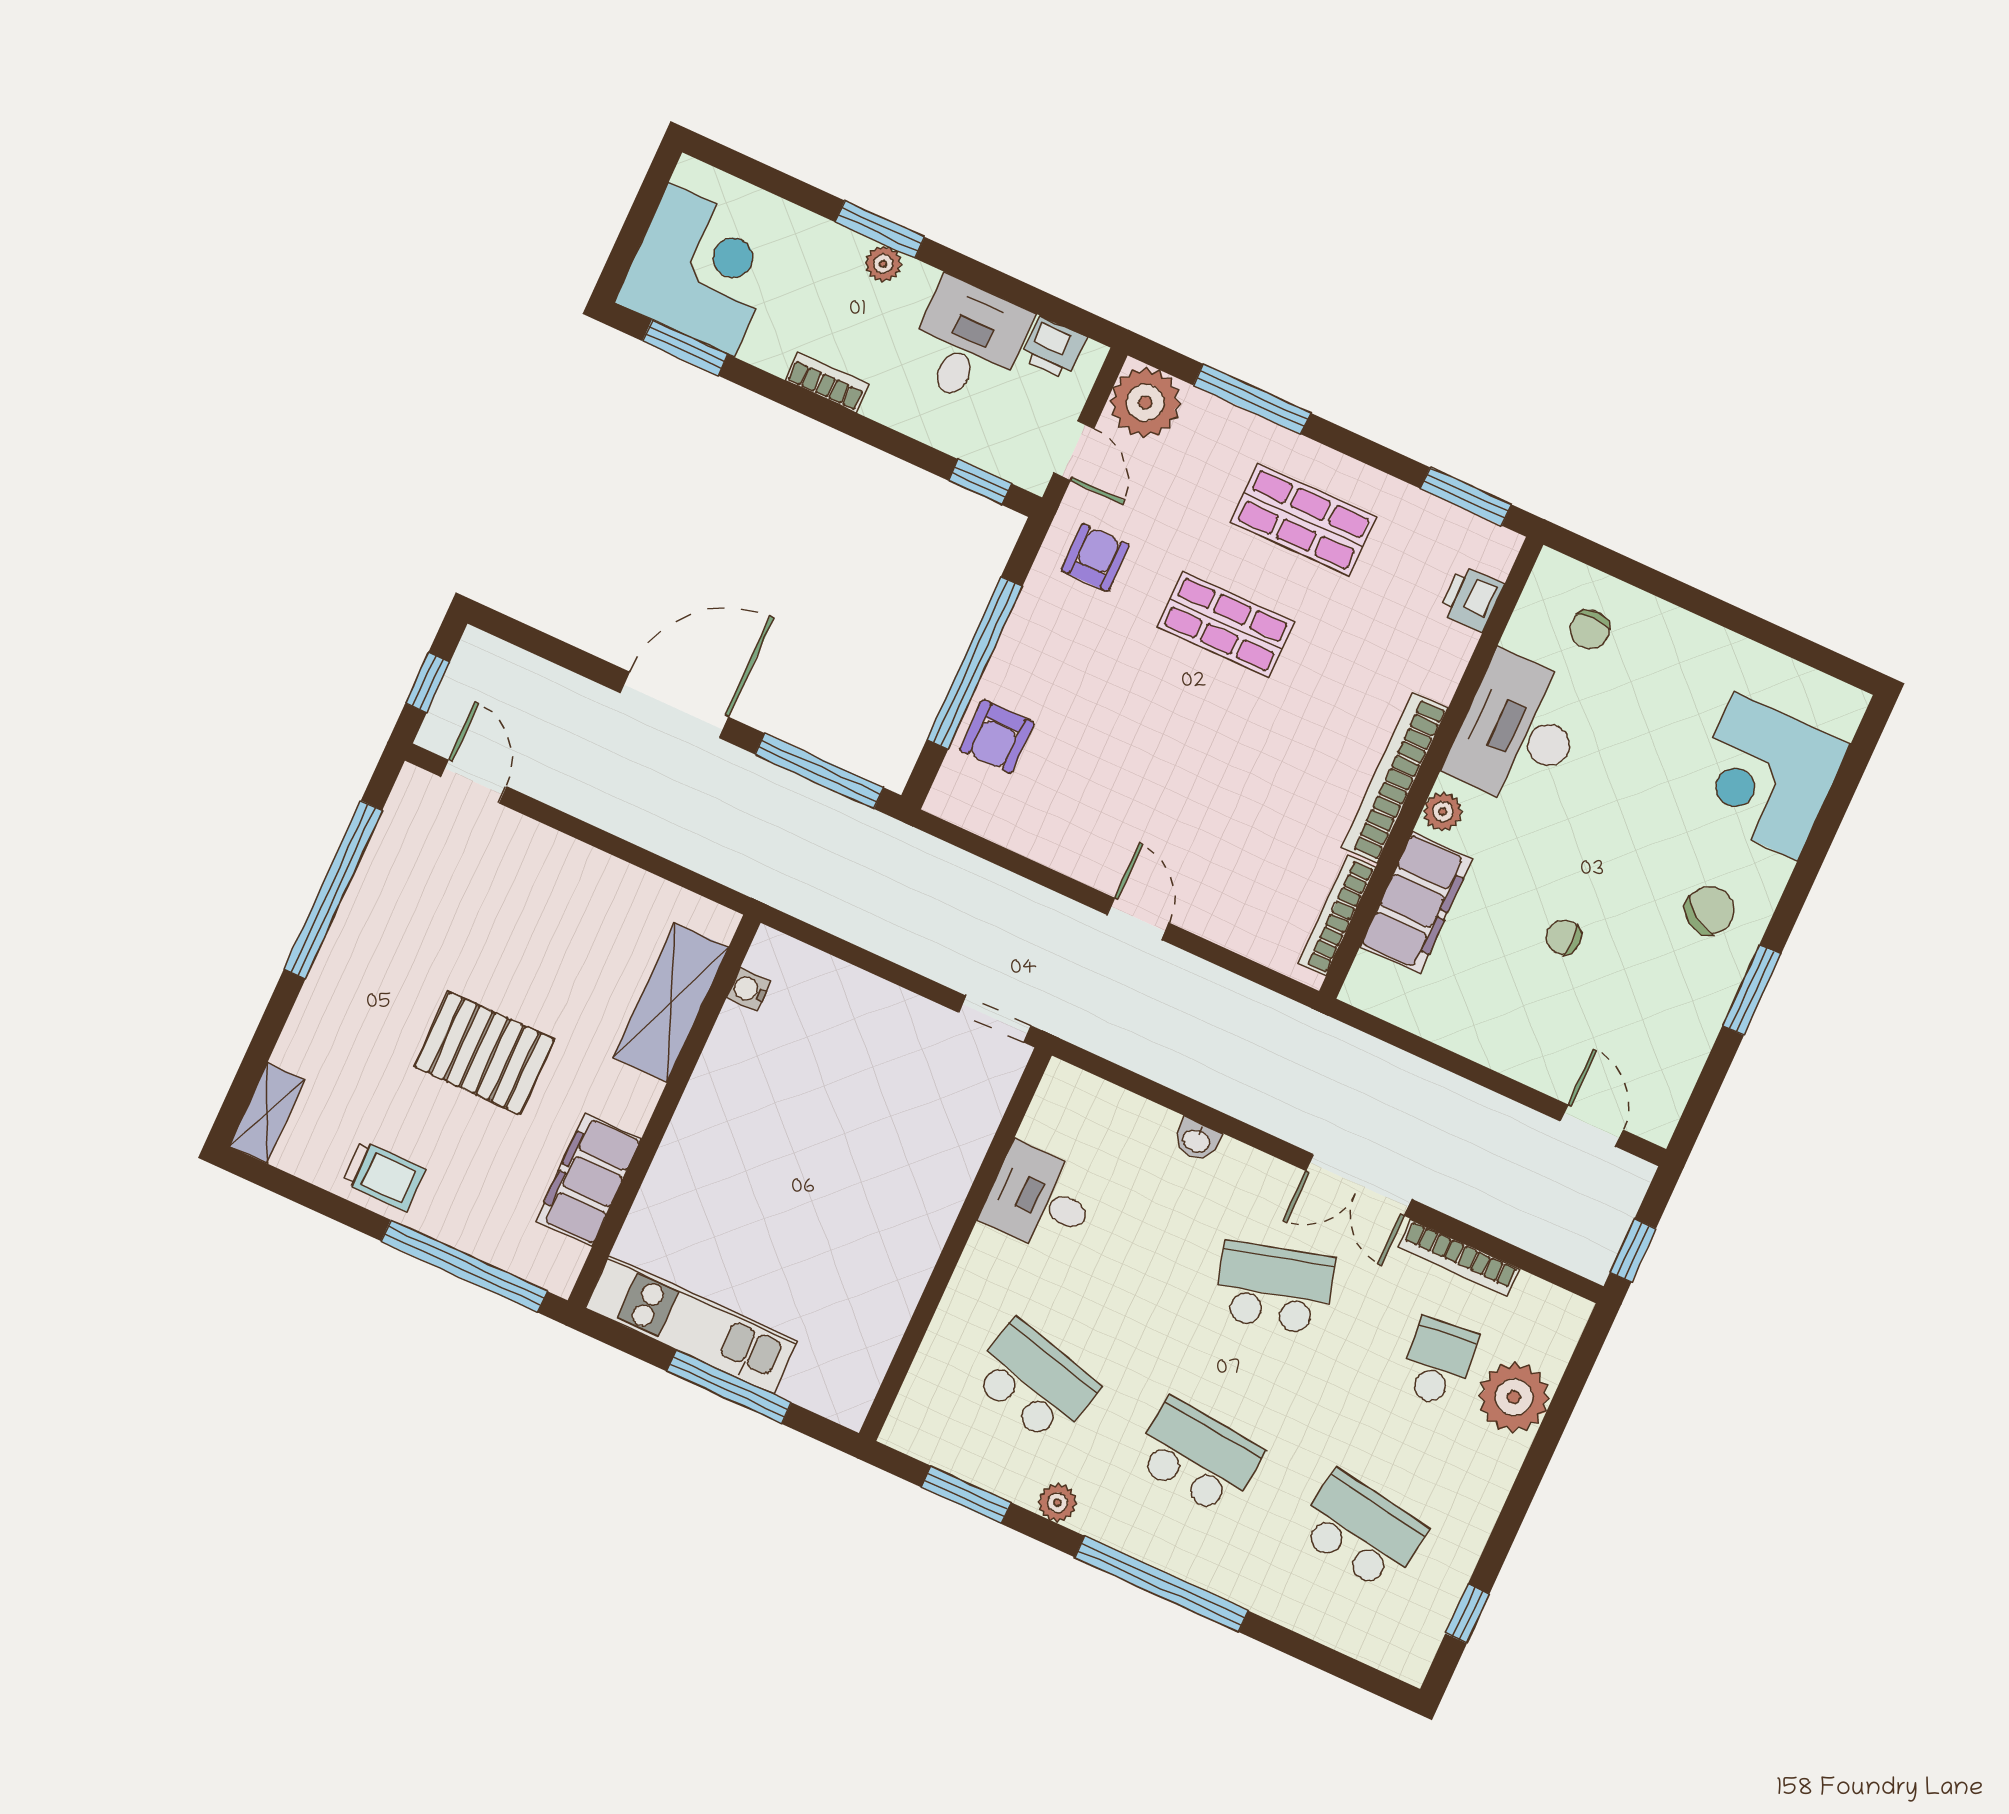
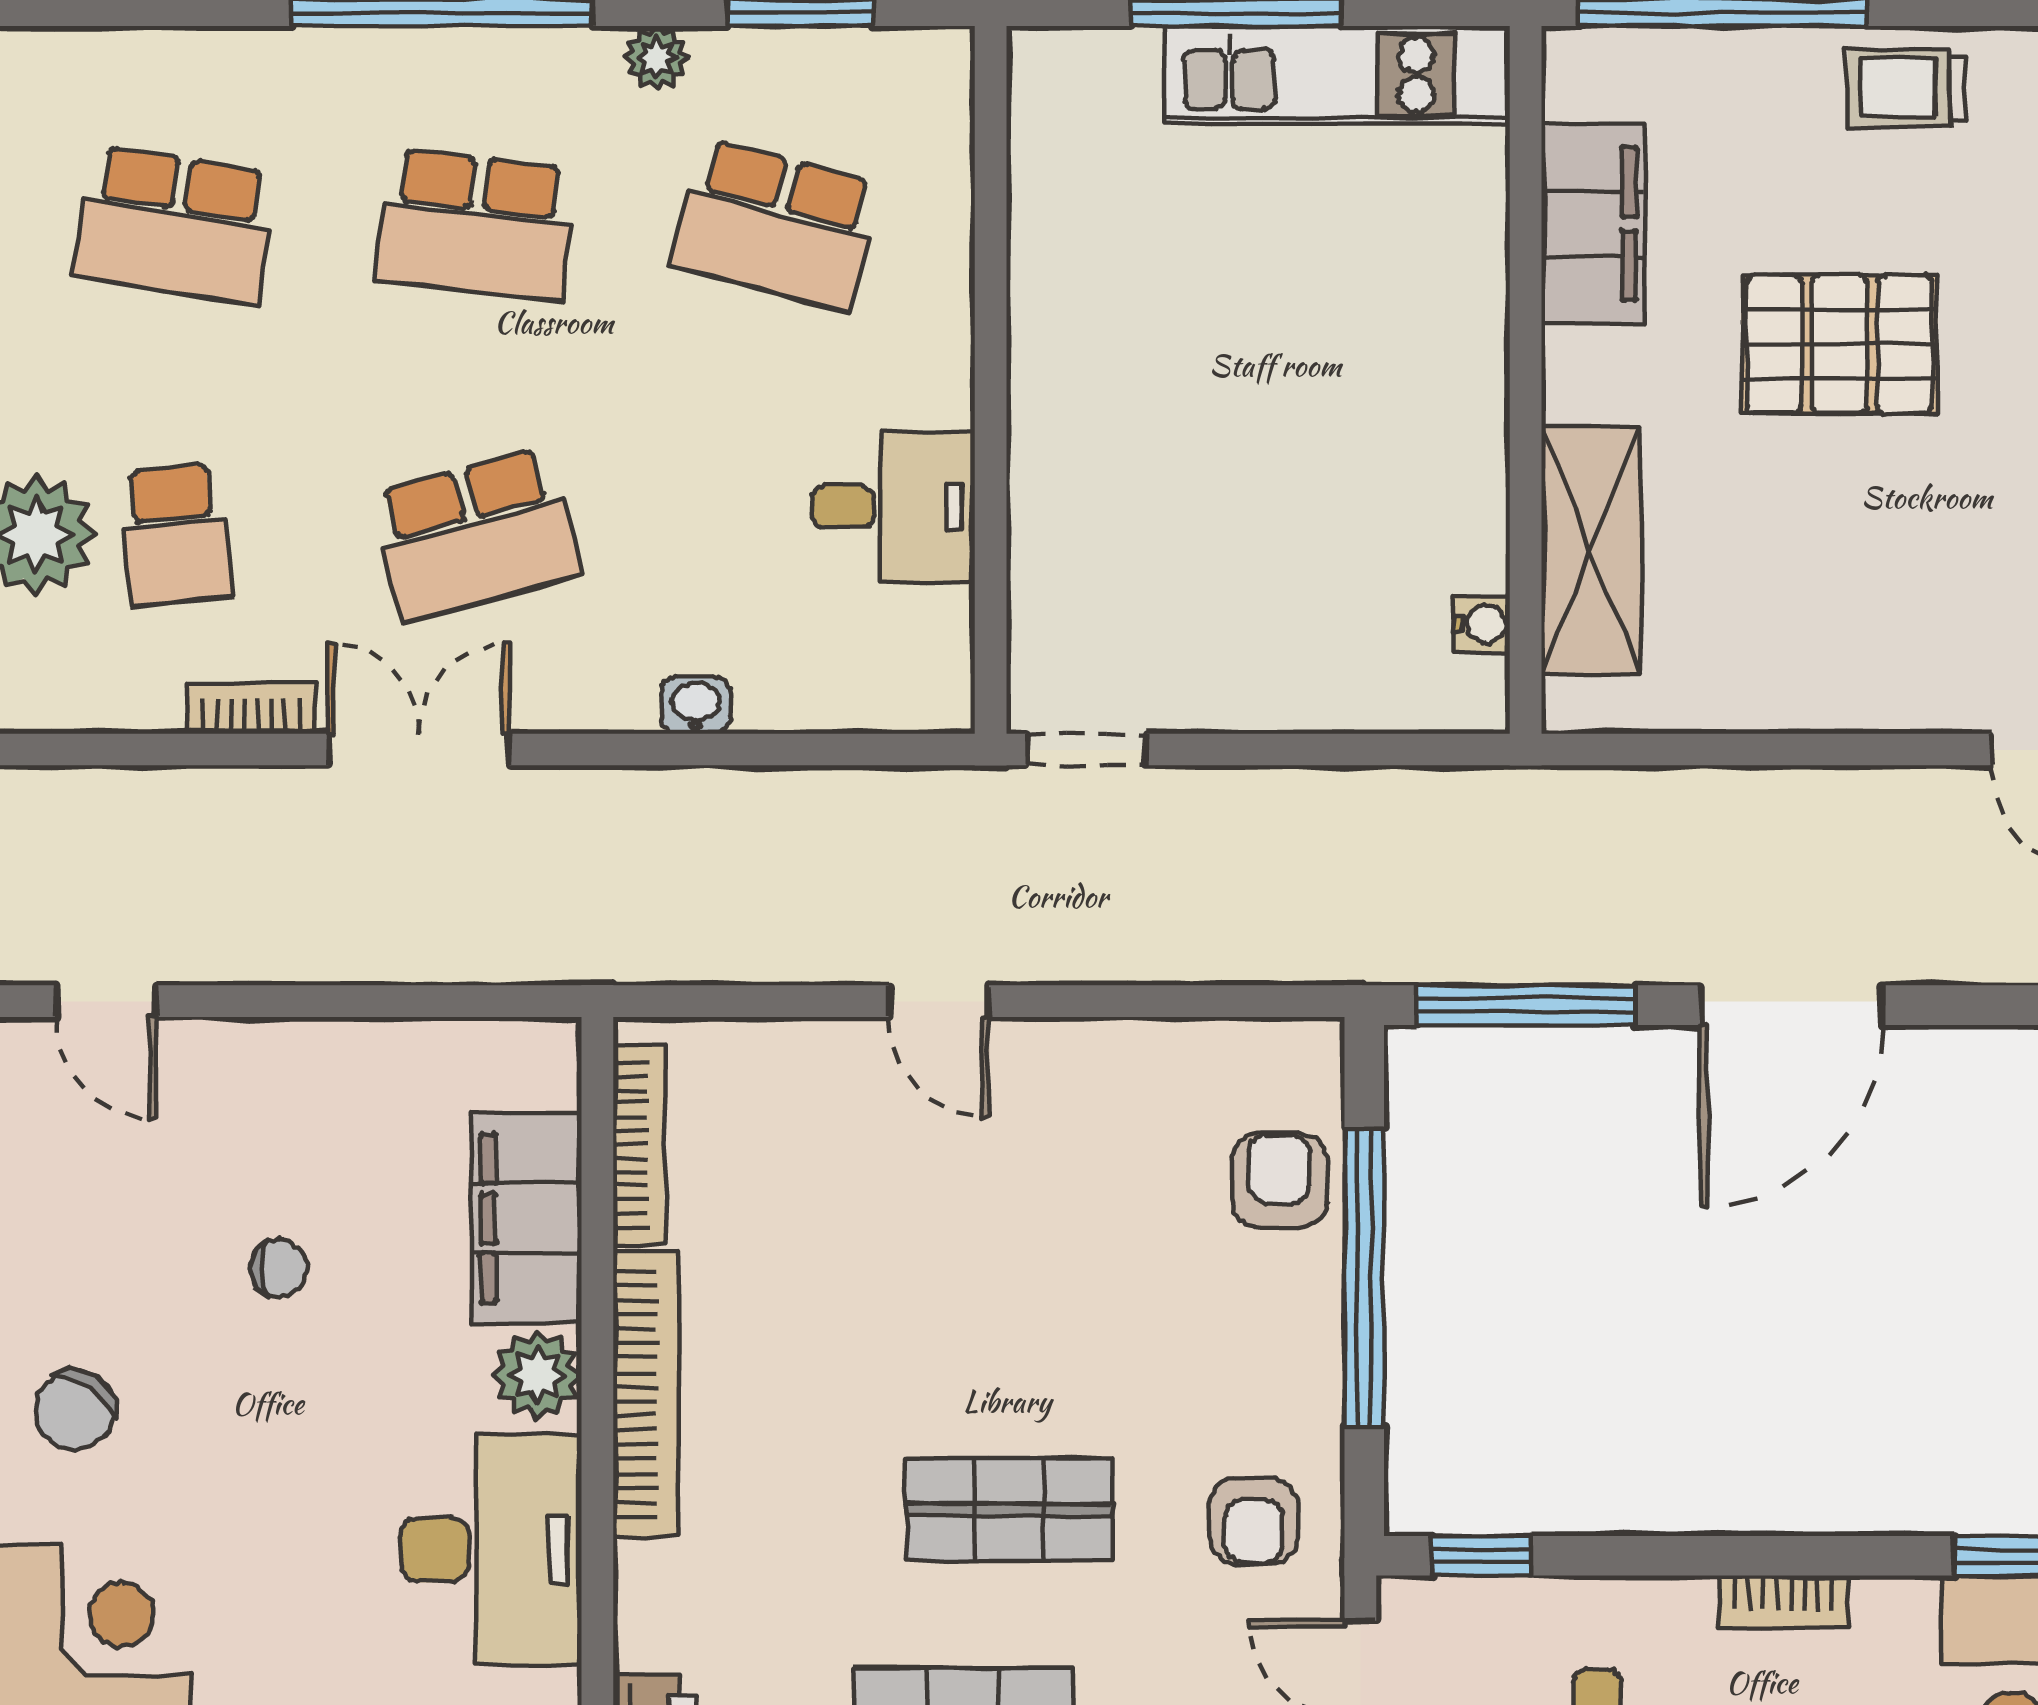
plant: (1443, 812) -> (537, 1375), width x1.38, depth x1.38
bookcase: (1459, 1258) -> (251, 708), width x0.64

